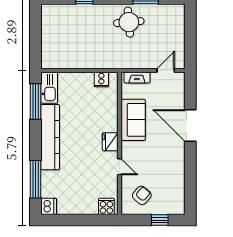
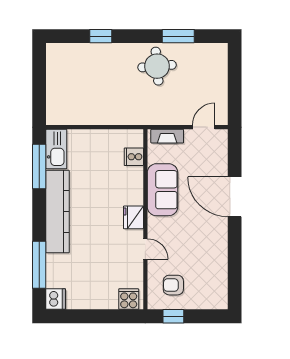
cooker: (101, 79) -> (134, 157), moved, turned 90
armchair: (142, 195) -> (173, 285), turned -131
window: (160, 220) -> (173, 316), moved

